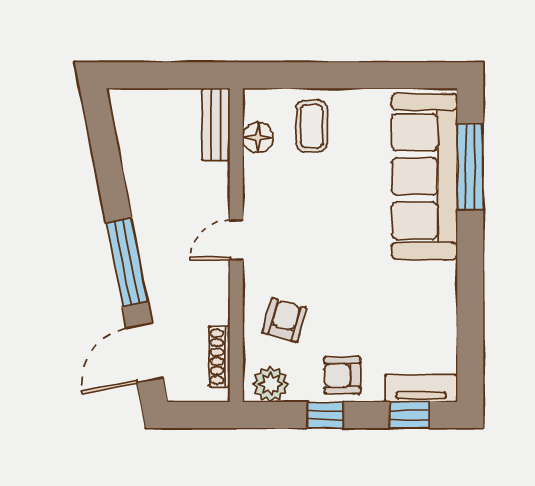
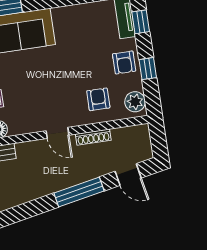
armchair: (285, 320) -> (98, 99), turned 74
door: (145, 353) -> (128, 175), width x0.73
shoe rack: (219, 357) -> (93, 137), moved

